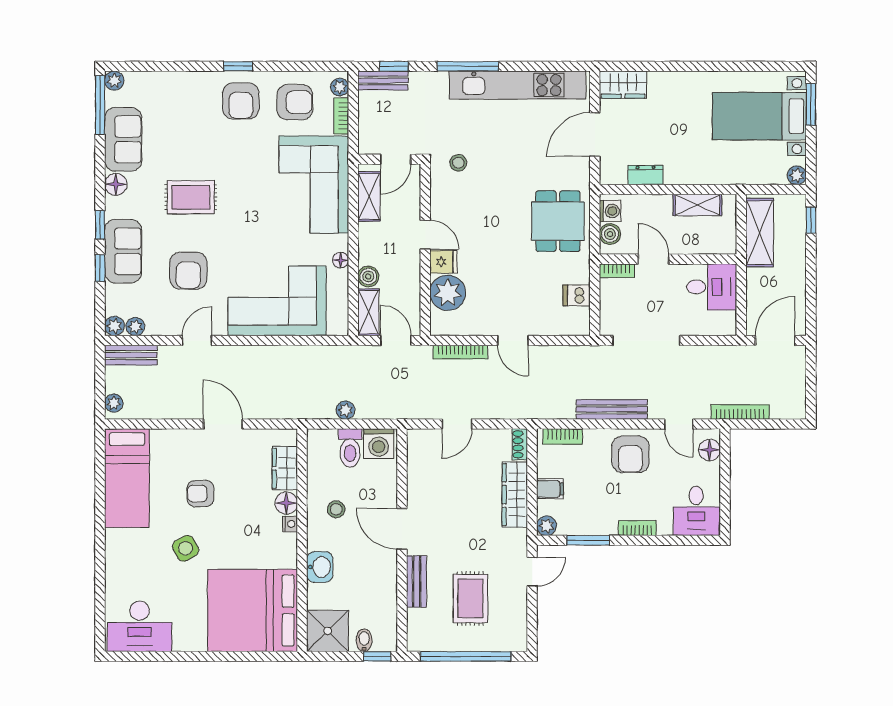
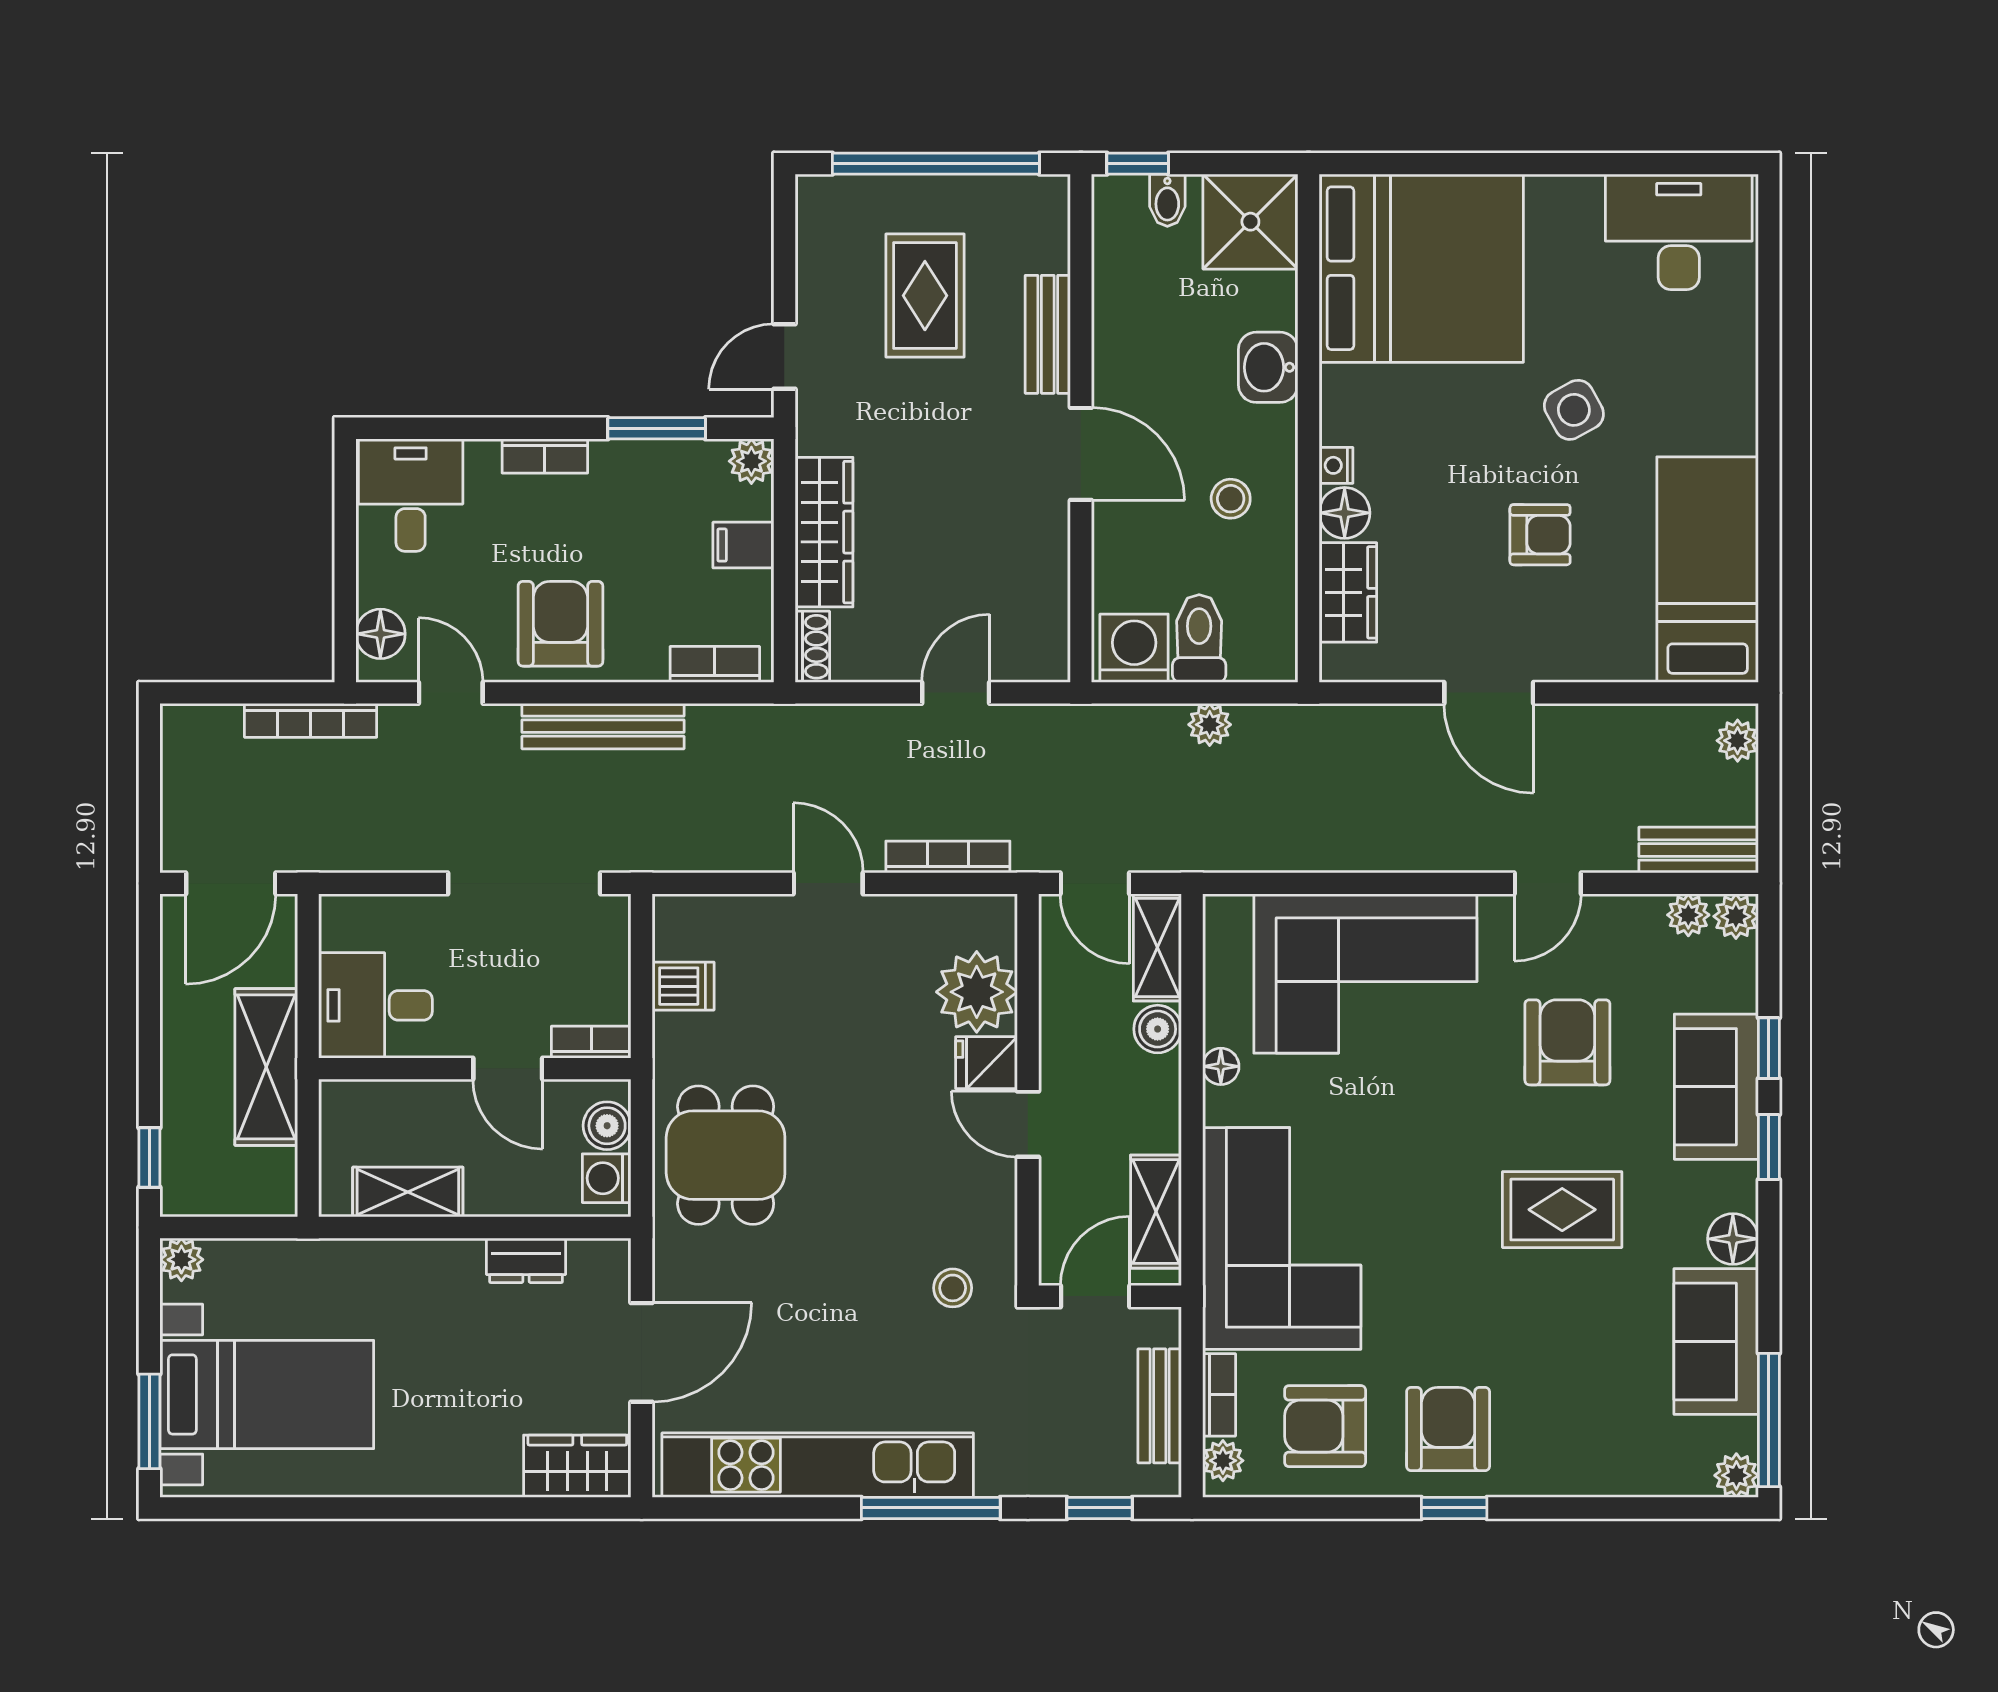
bench: (383, 80) -> (1160, 1406), moved, turned 90
shelving: (760, 233) -> (266, 1067), moved

